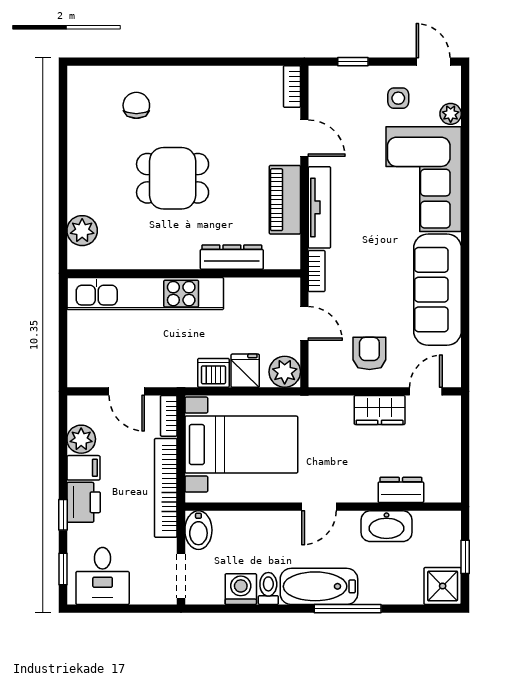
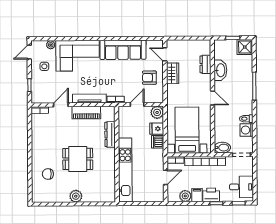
dining table: (173, 178) -> (78, 159), turned 90
plant: (82, 231) -> (76, 196), moved
bathtub: (319, 586) -> (245, 98), removed

